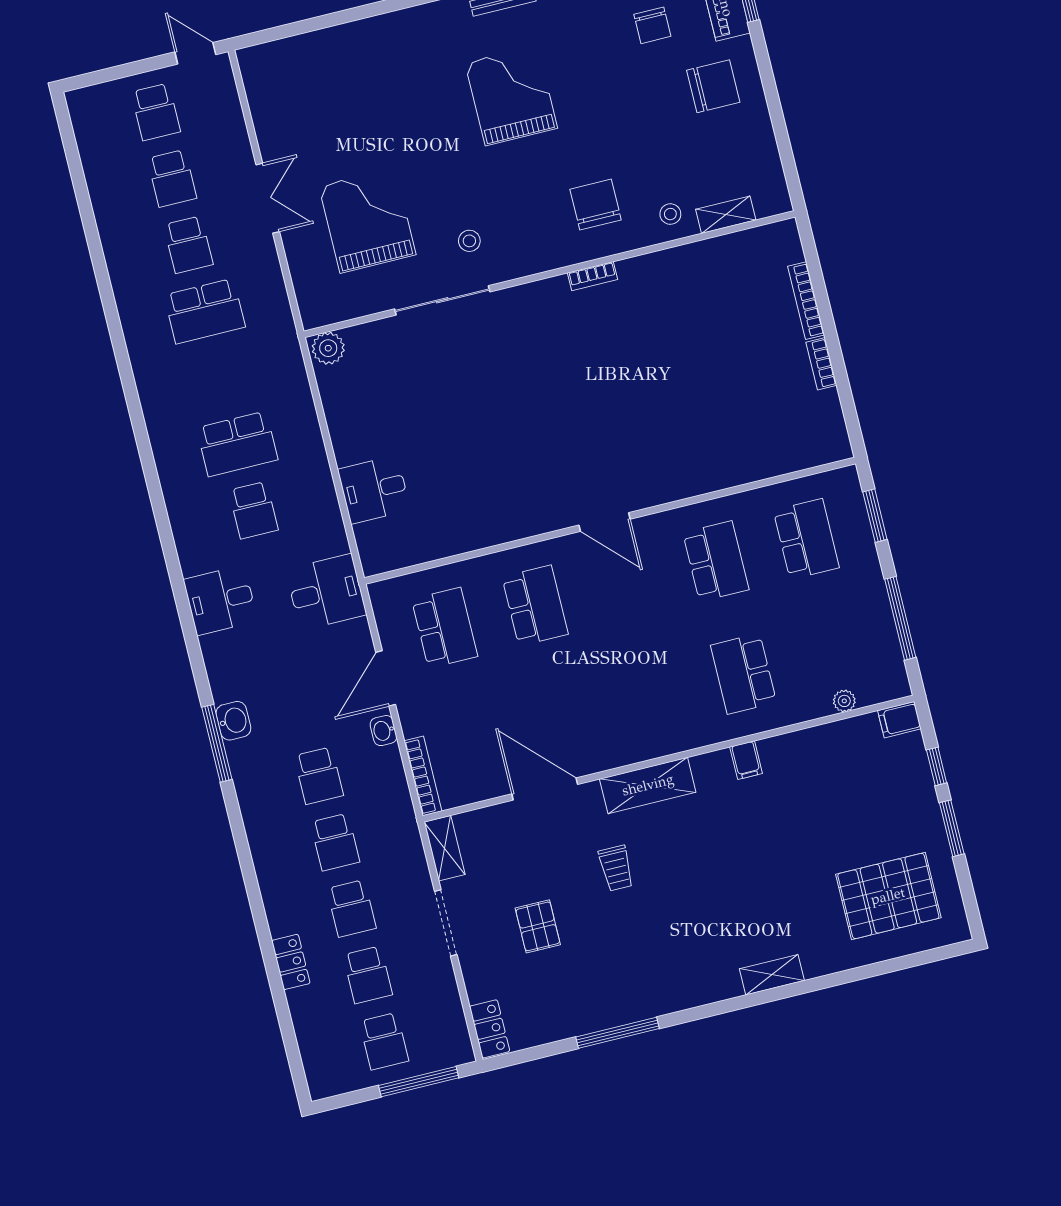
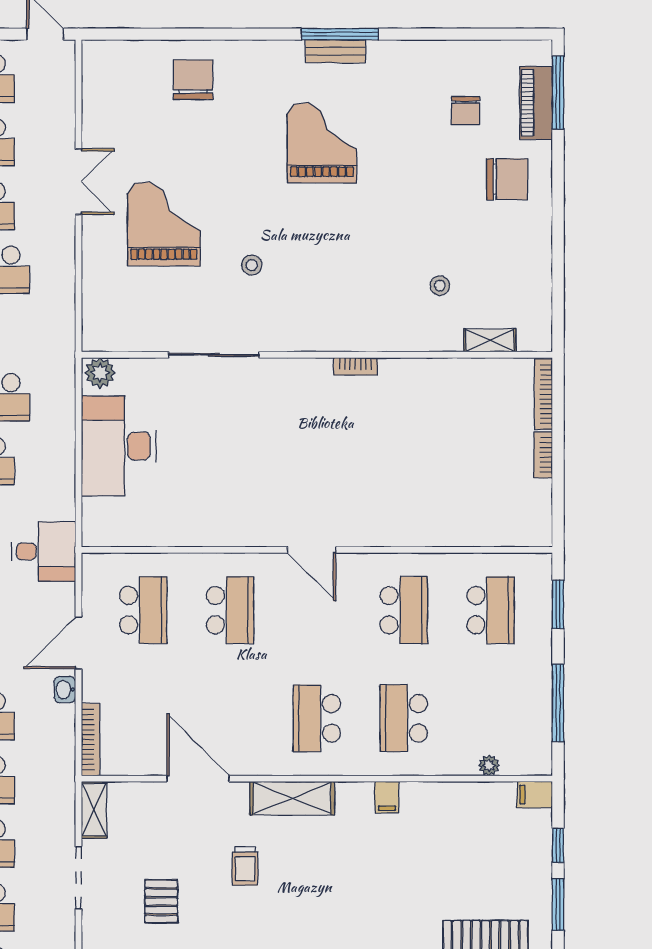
chair: (596, 205) -> (193, 80), moved
shelving: (726, 215) -> (490, 340), moved
wall: (549, 274) -> (317, 355), moved
bookcase: (592, 276) -> (355, 366), moved
sliding door: (442, 300) -> (214, 355), moved
plant: (328, 348) -> (100, 373), moved
desk: (374, 490) -> (119, 446), width x1.87, depth x1.30
school desk: (653, 696) -> (317, 718), added

